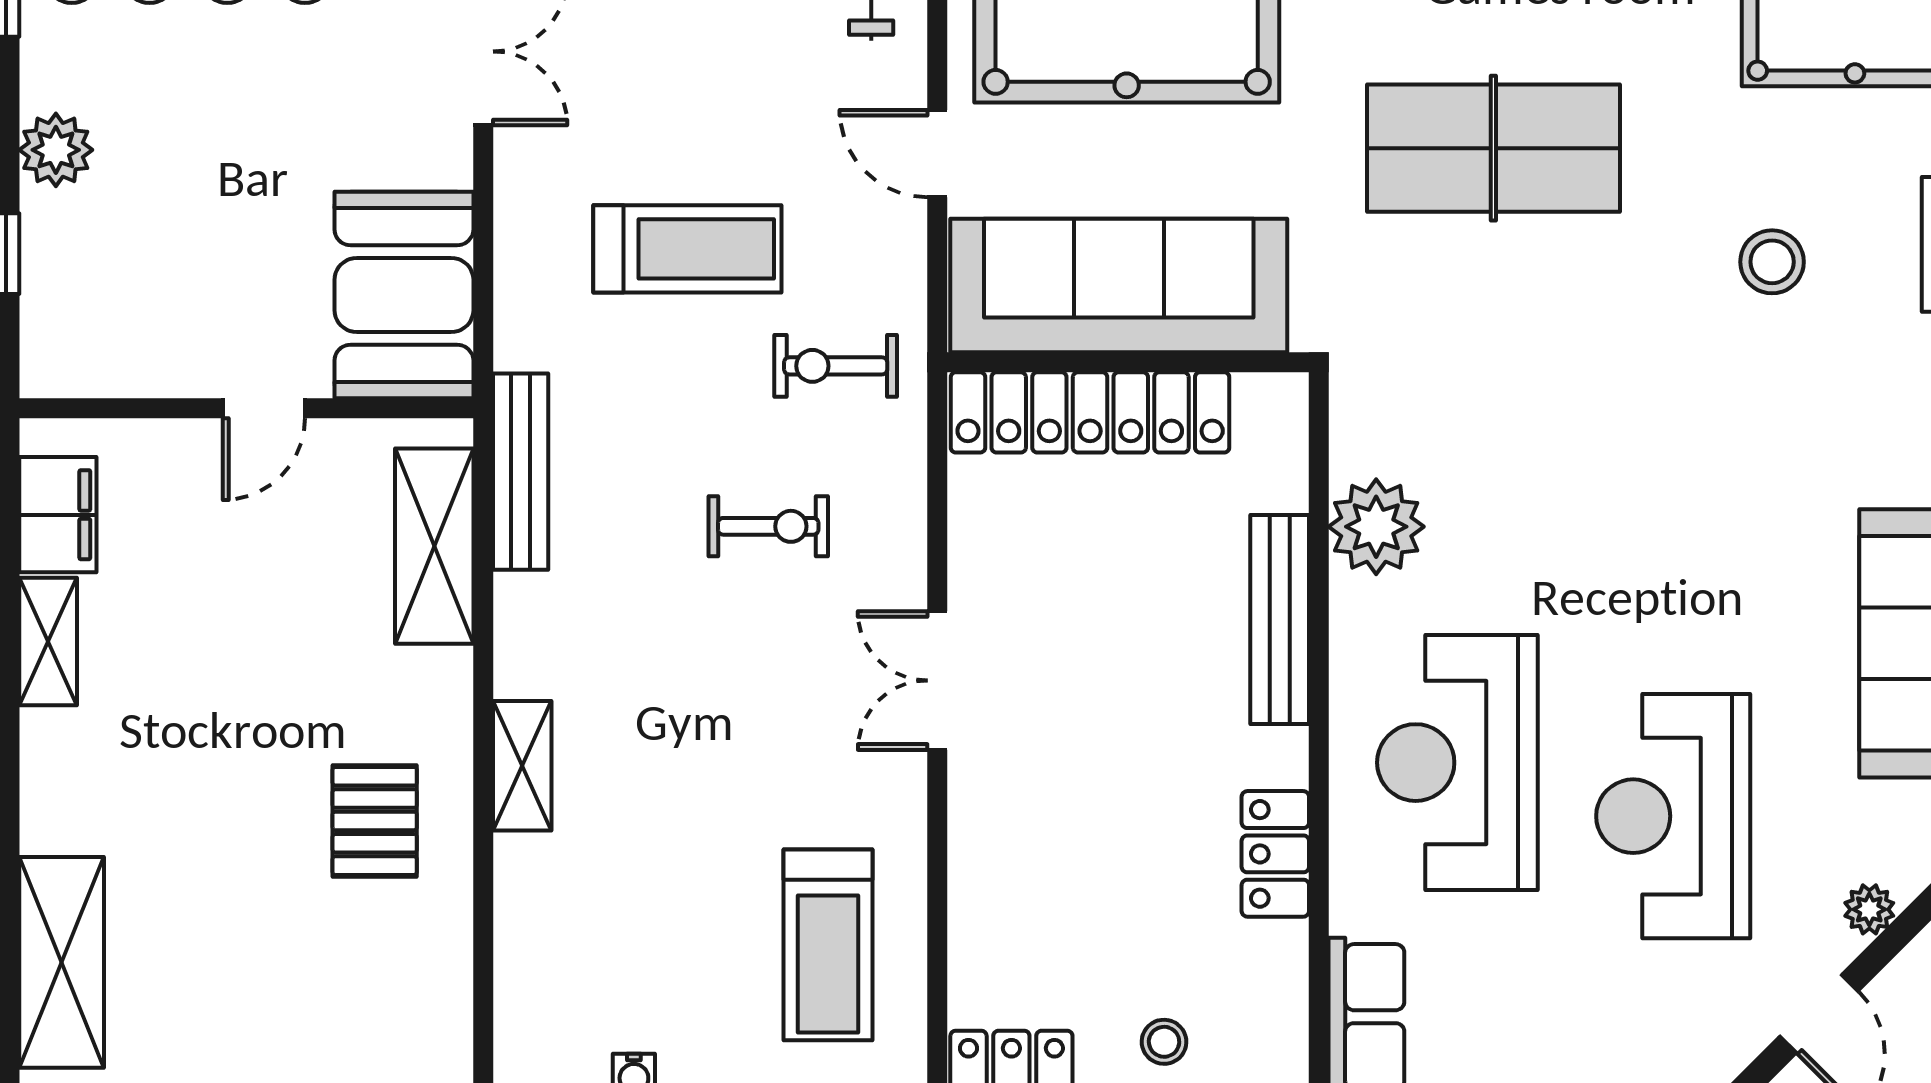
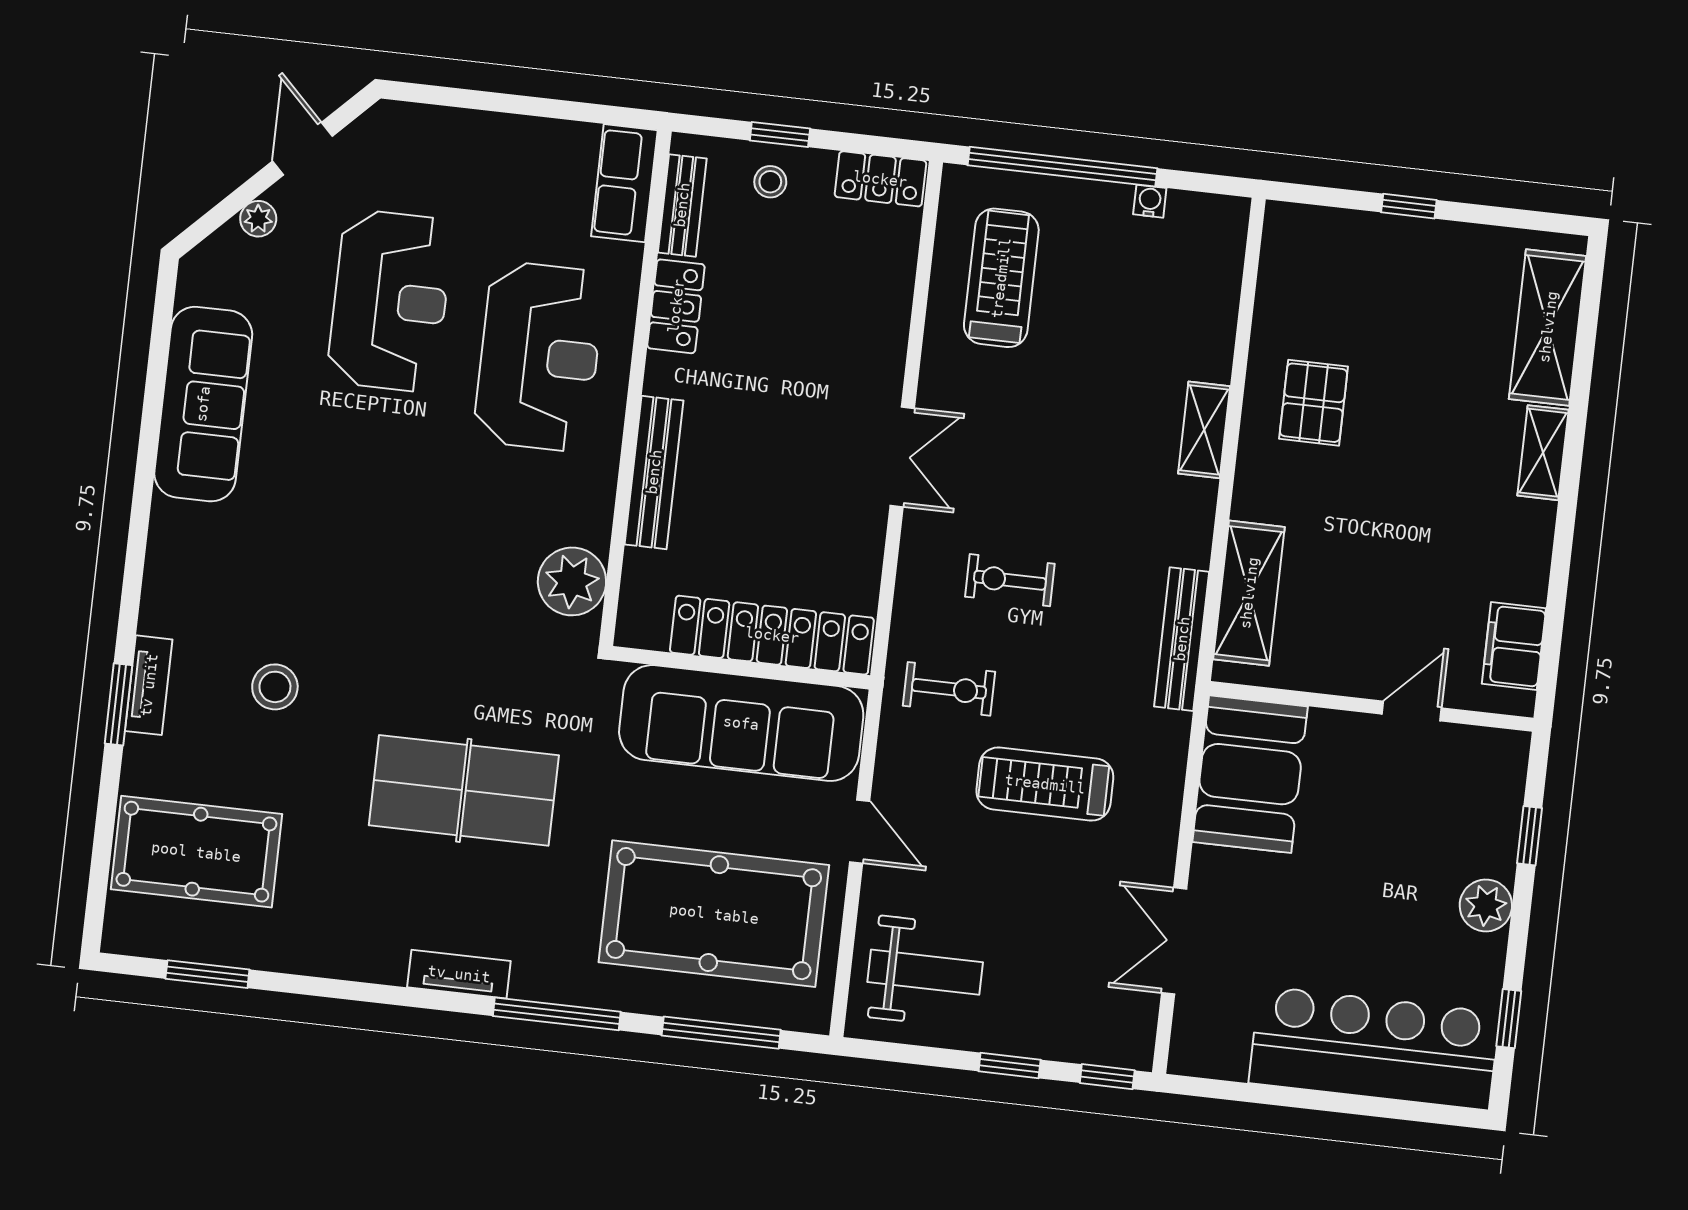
door: (264, 408) -> (1412, 711), moved
plant: (1376, 527) -> (572, 581), moved
shelving: (48, 642) -> (1543, 453), moved
bench: (1282, 995) -> (682, 205), added

